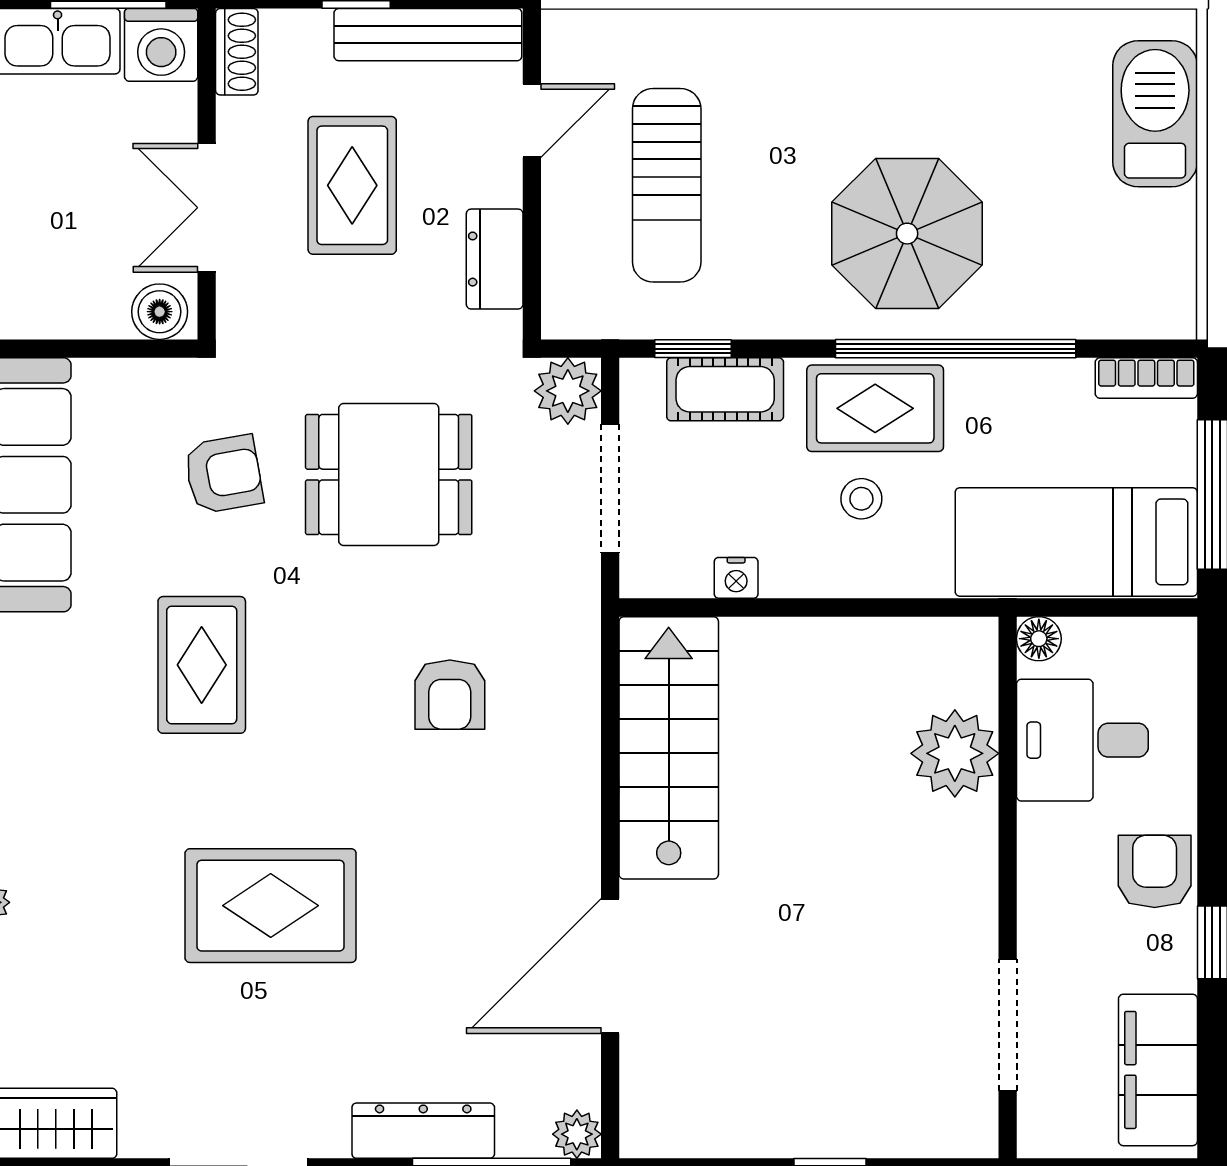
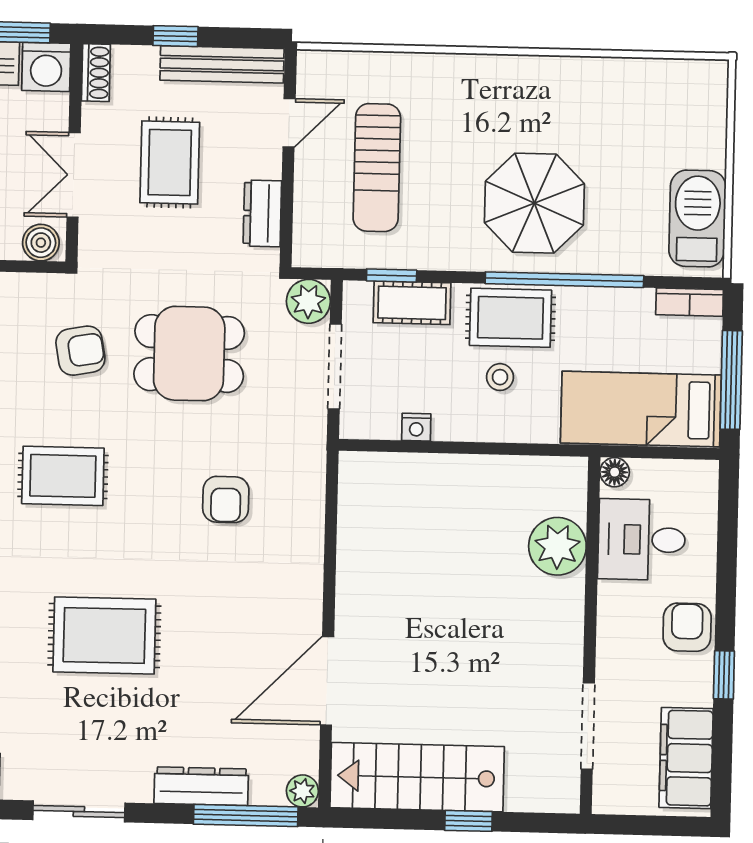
barbecue: (1155, 114) -> (697, 219), moved
rug: (202, 665) -> (63, 476), turned 90
stairs: (669, 748) -> (417, 777), moved, turned -90

